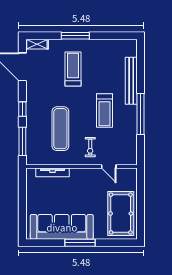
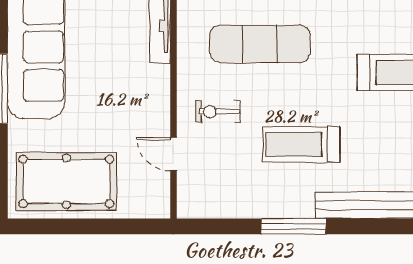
window: (140, 114) -> (293, 226), width x0.68
door: (109, 167) -> (173, 154), hinge flipped

